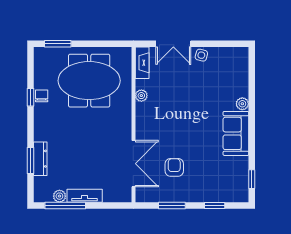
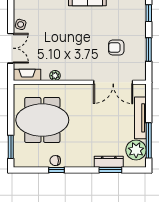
meeting table: (89, 81) -> (42, 120), turned 90
double door: (133, 164) -> (113, 82), swing flipped
plant: (59, 196) -> (136, 150), width x1.87, depth x1.87
tv unit: (85, 196) -> (140, 118), width x1.41

